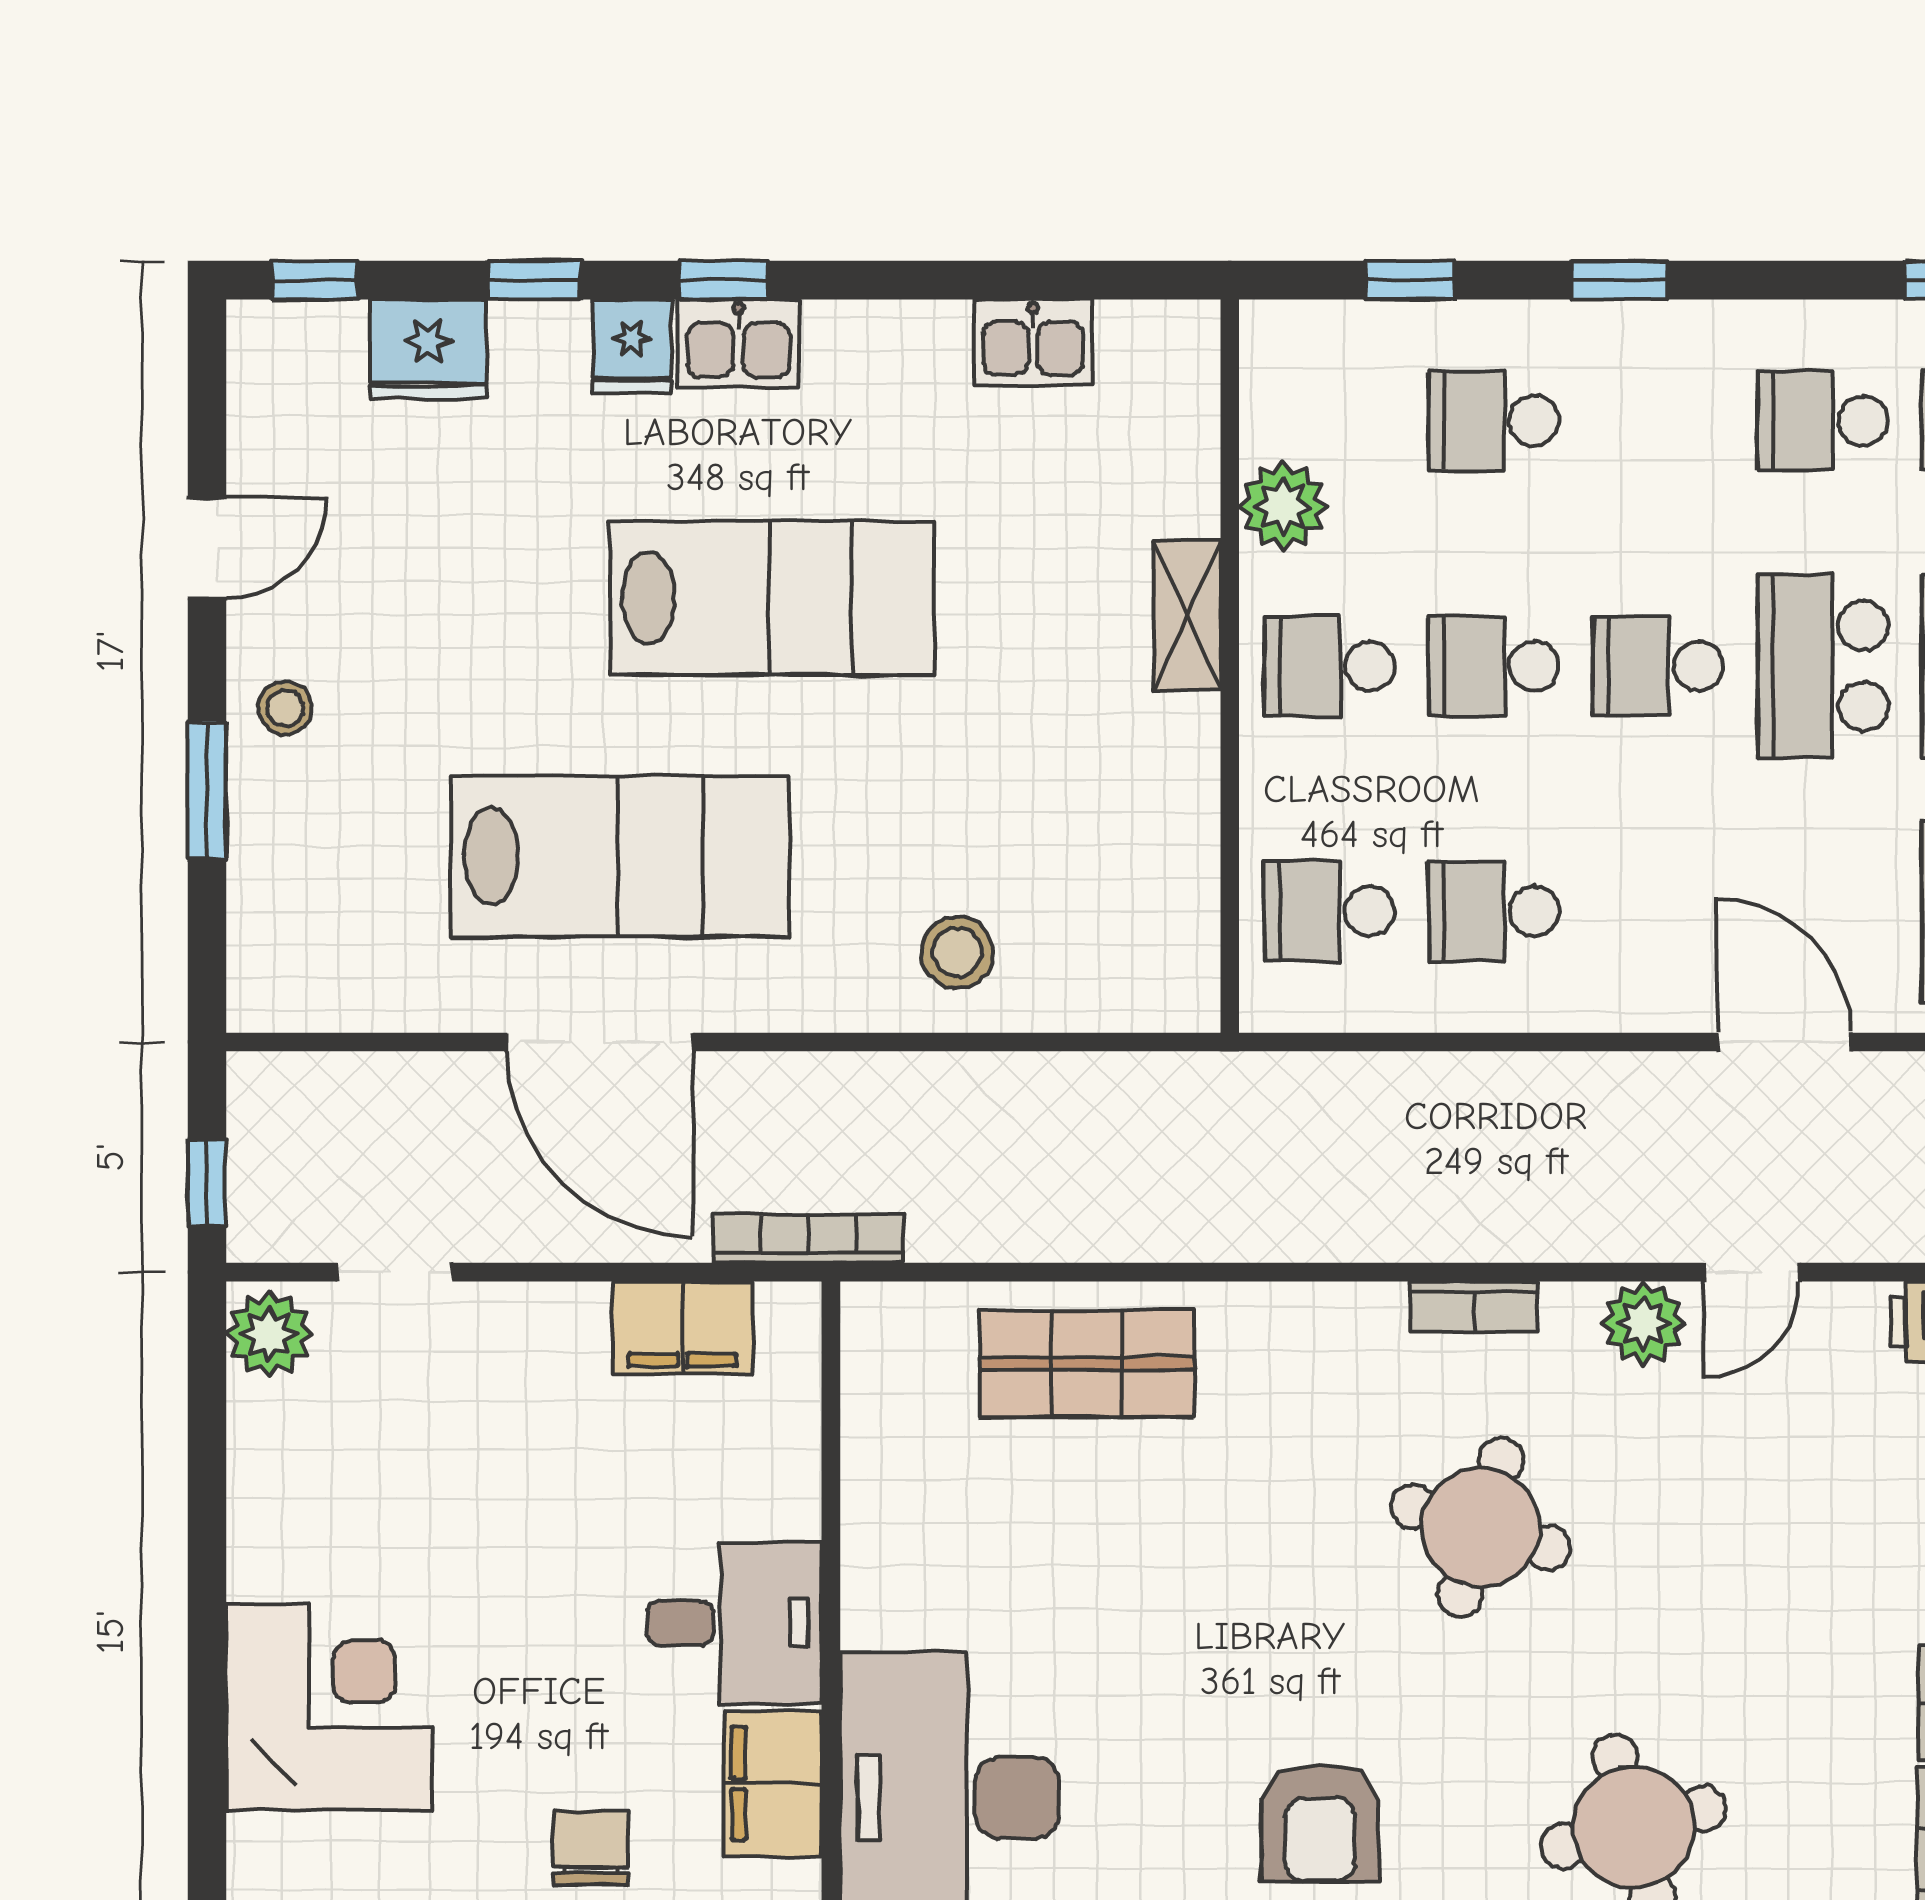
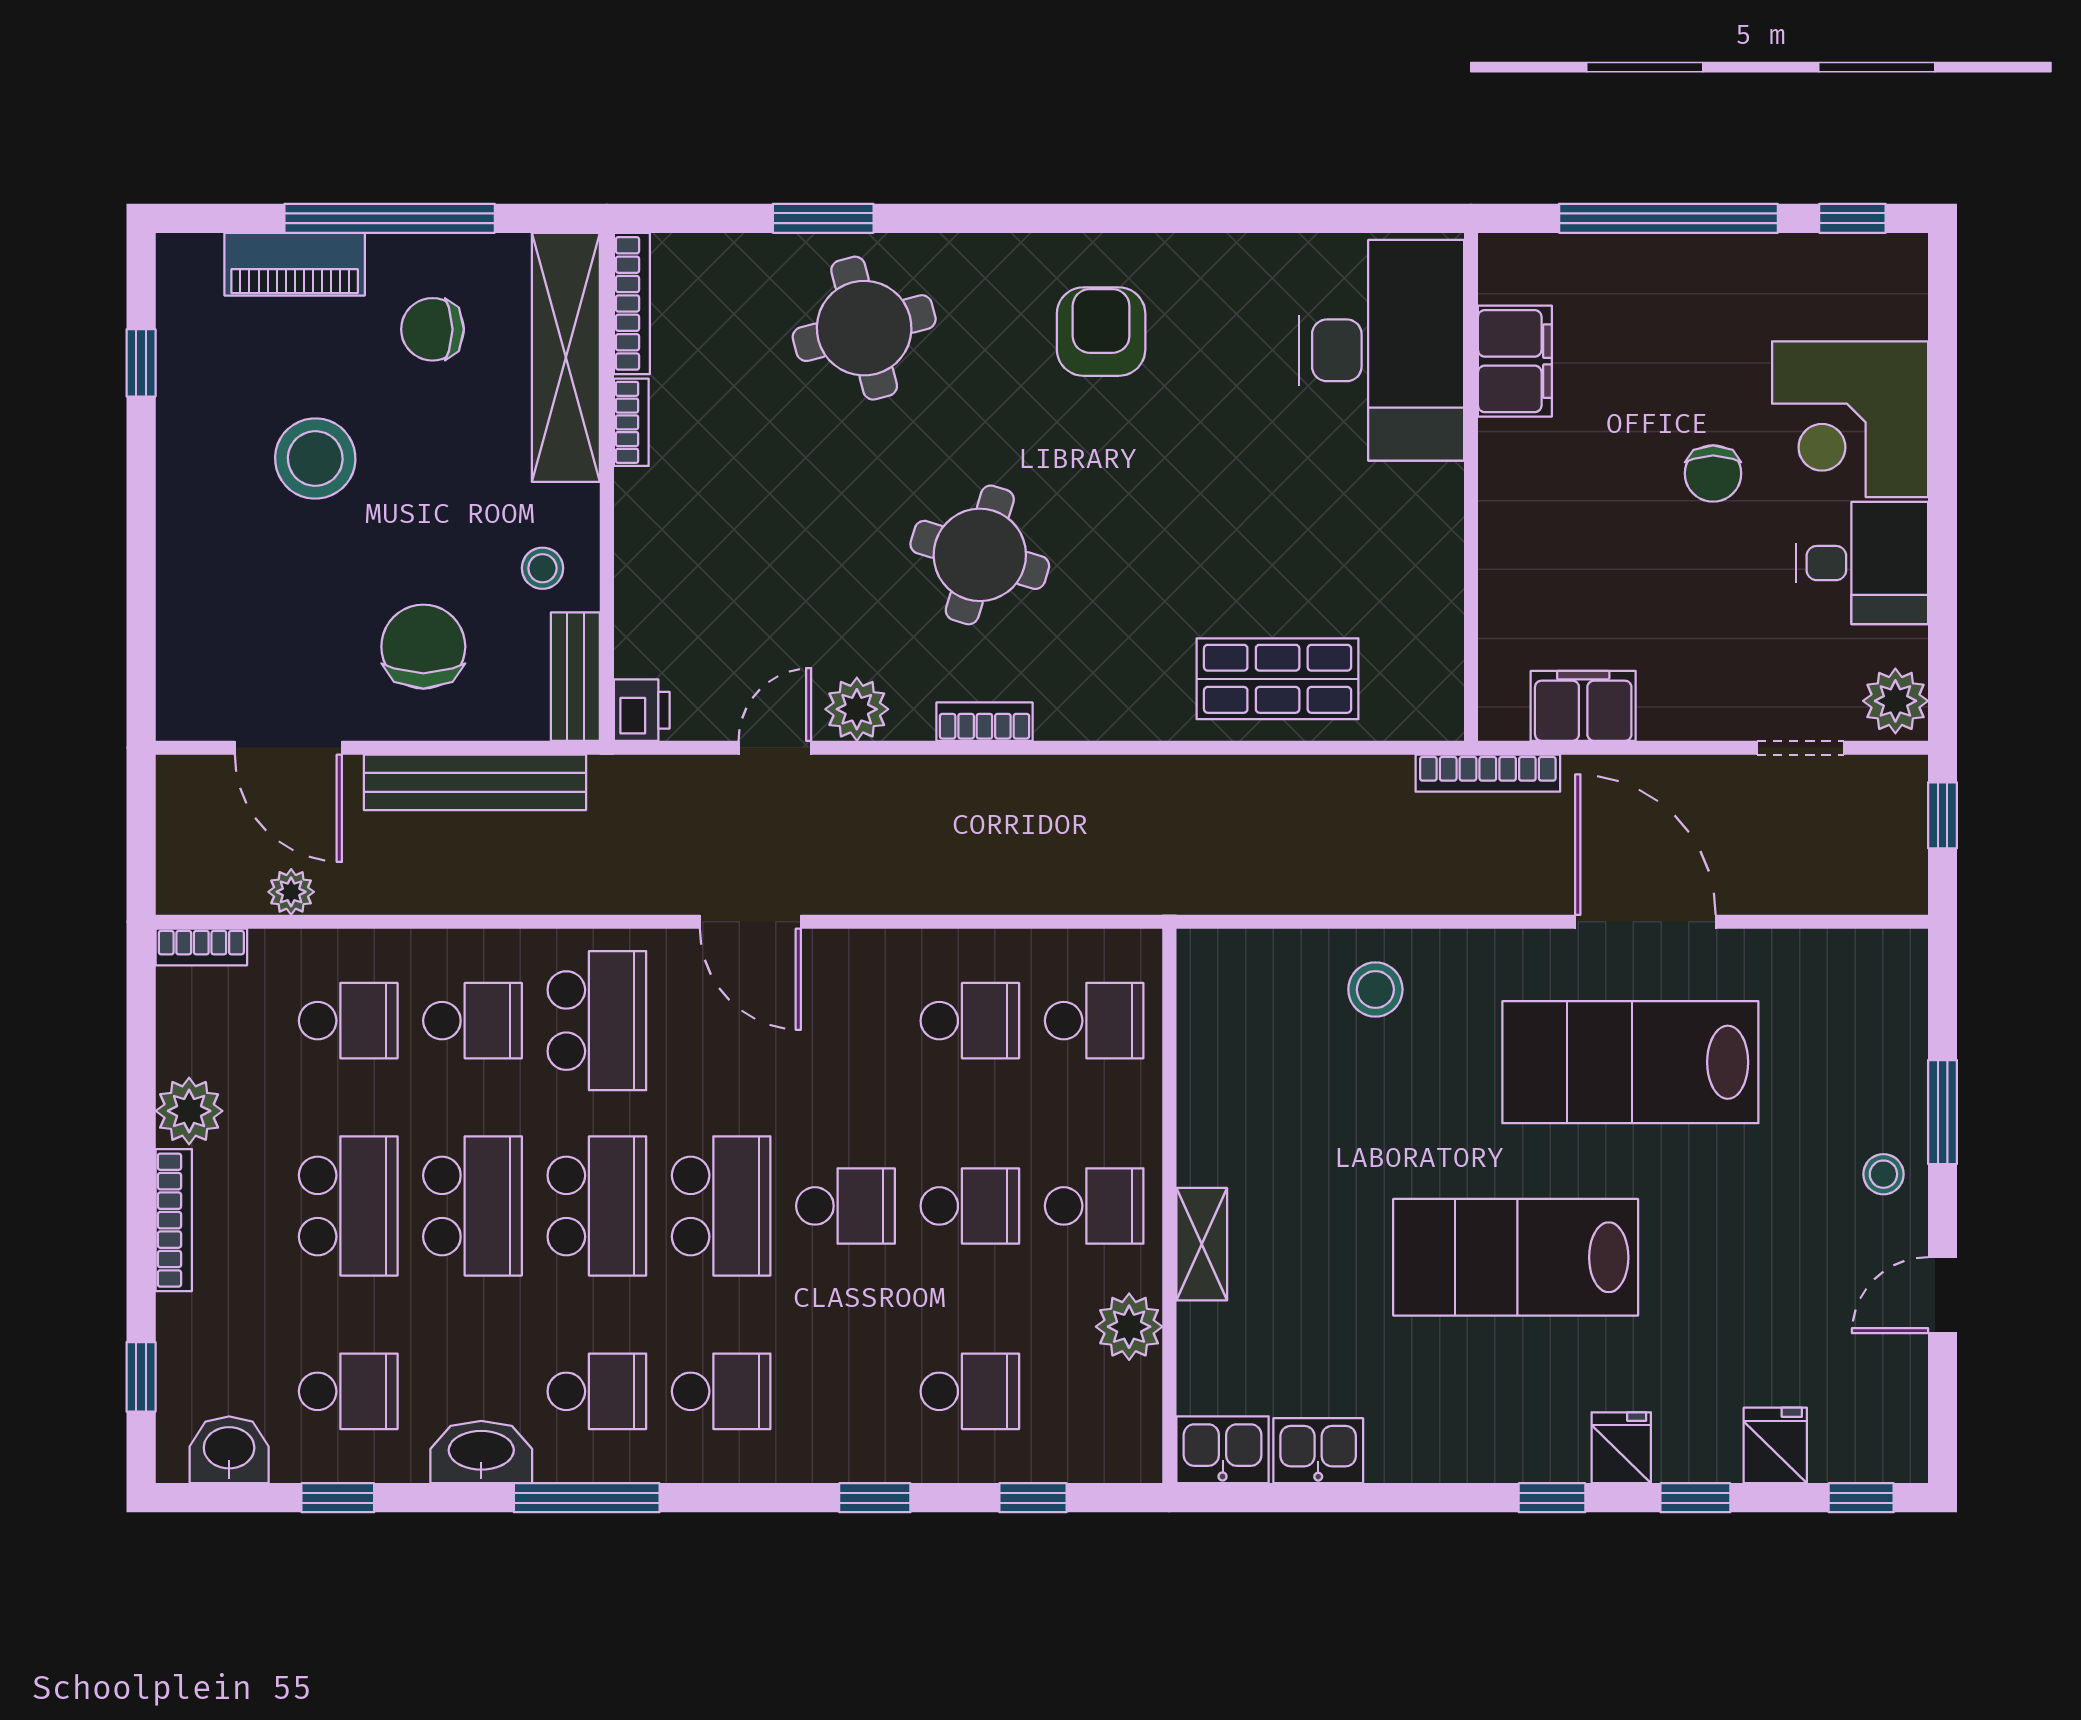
kitchen sink: (738, 344) -> (1223, 1450), moved
fridge: (428, 349) -> (1775, 1445), width x0.72
desk: (734, 1623) -> (1862, 563), moved, turned 180
chair: (591, 1848) -> (1713, 473), moved

